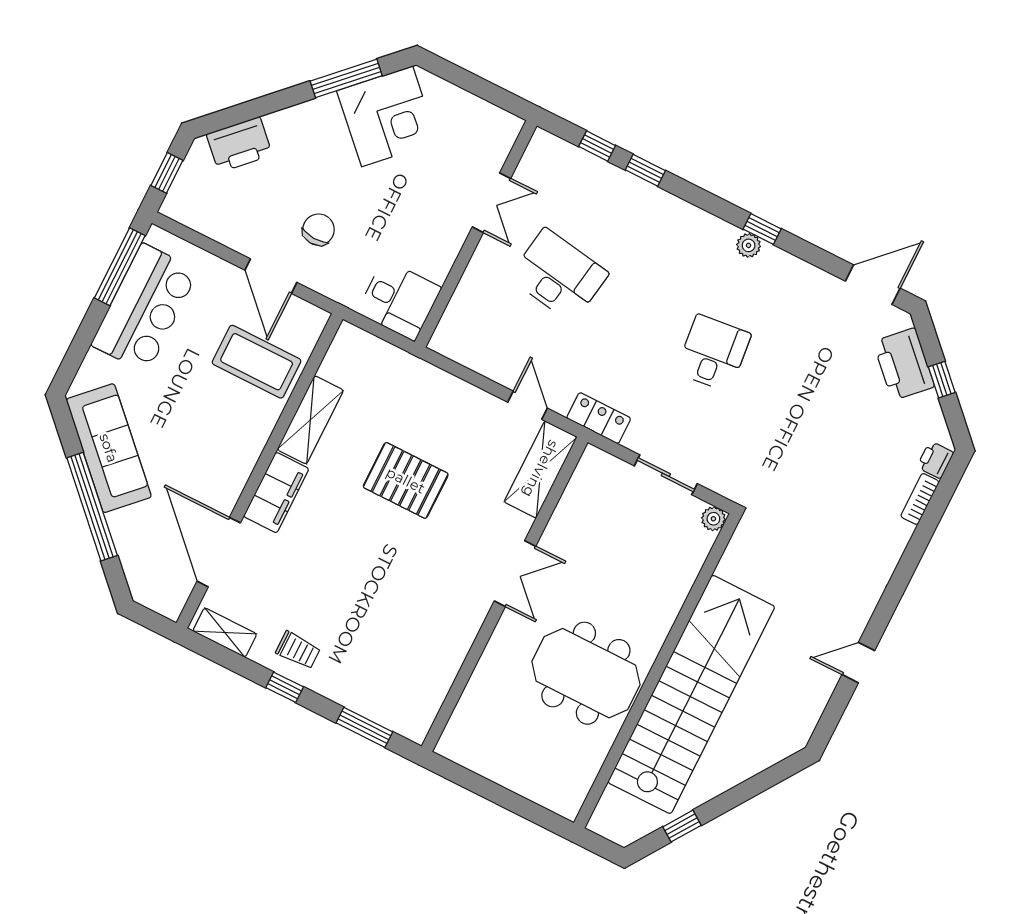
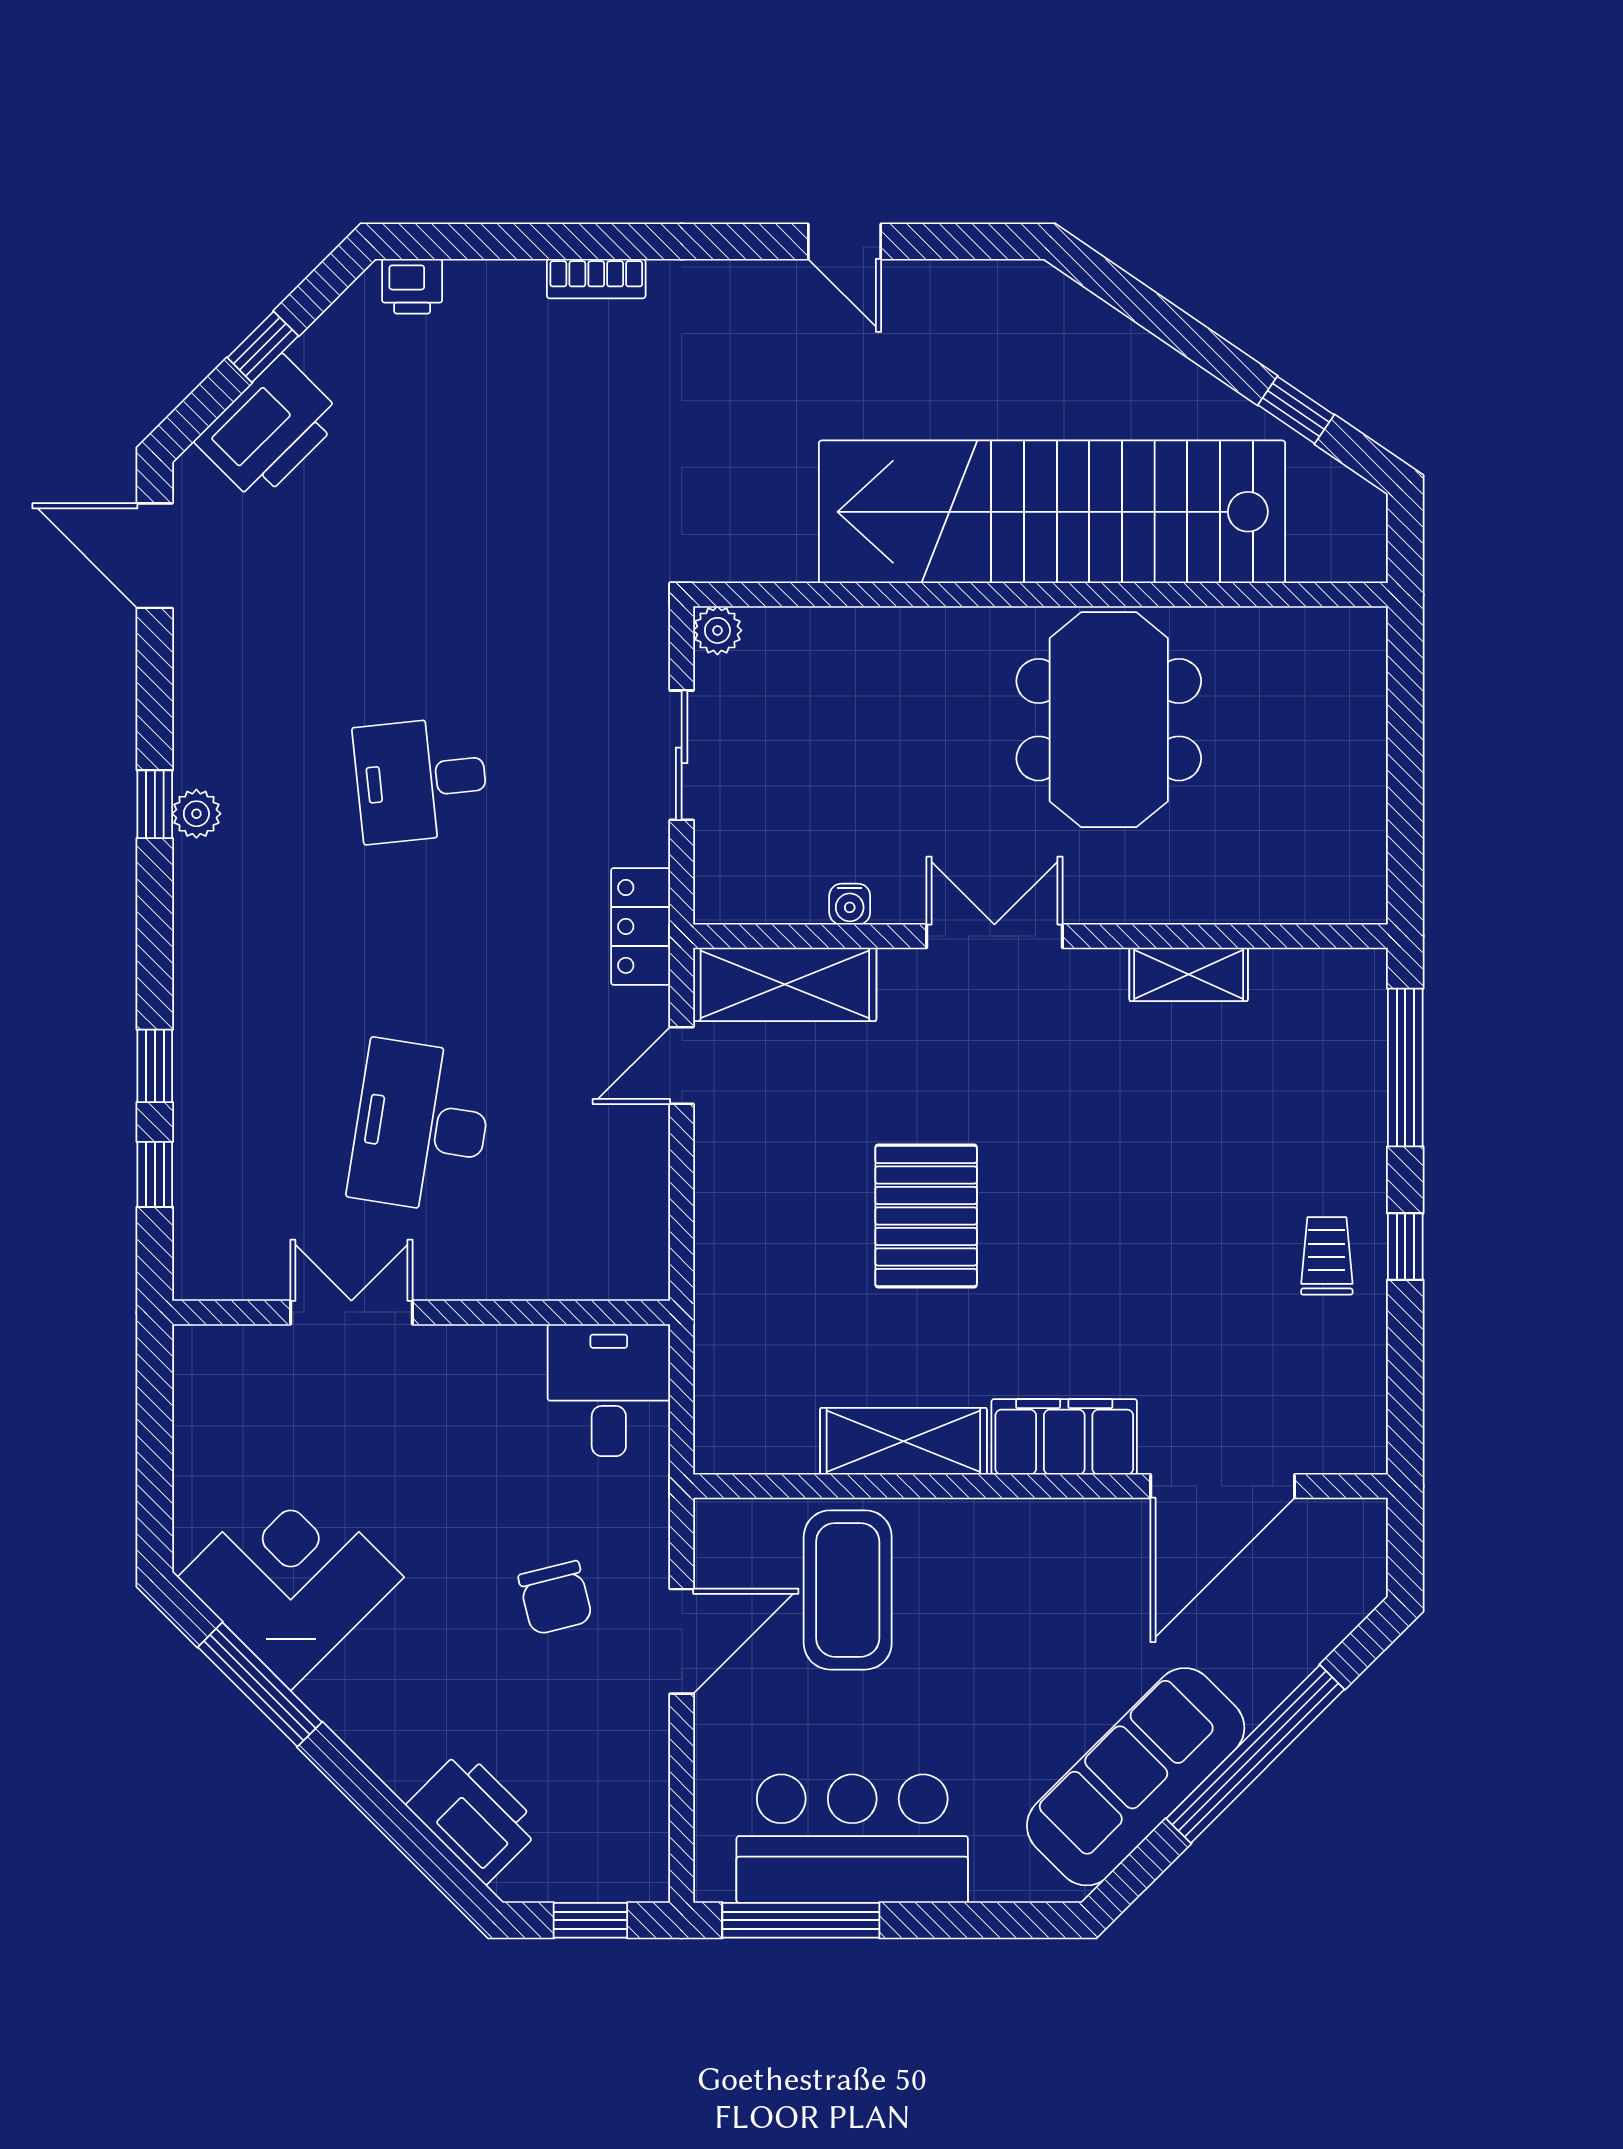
chair: (319, 230) -> (555, 1598), turned -107
bookcase: (920, 499) -> (596, 279), moved
water cooler: (562, 516) -> (850, 904), added
shelving: (225, 633) -> (1189, 974), moved, turned 90
window: (364, 727) -> (1405, 1067), width x1.44

